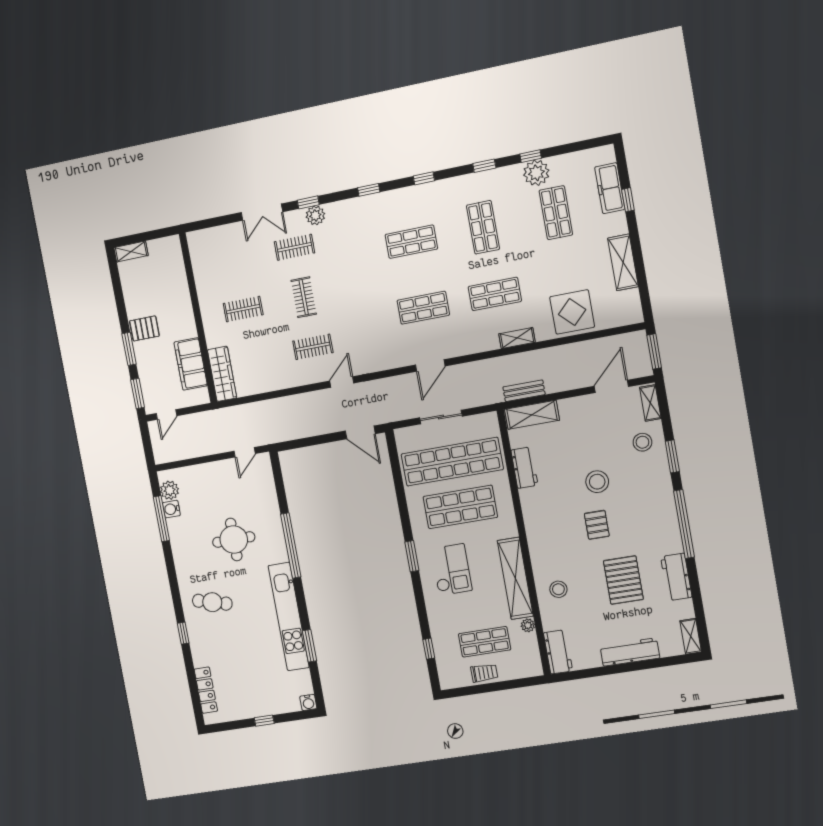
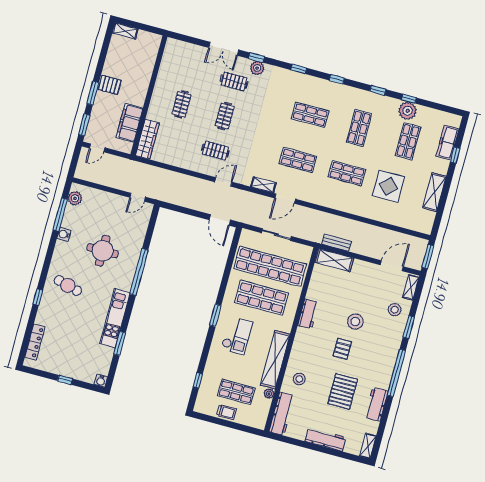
clothes rail: (243, 309) -> (181, 104), turned 90
display table: (572, 312) -> (388, 186), moved
shelving: (517, 338) -> (263, 185), moved
workbench: (524, 468) -> (308, 314), moved
water cooler: (171, 509) -> (64, 234), moved
kitchen unit: (289, 617) -> (115, 318), width x0.73
workbench: (558, 652) -> (282, 414), width x1.38

